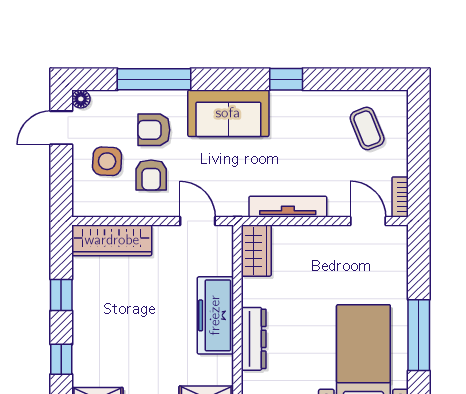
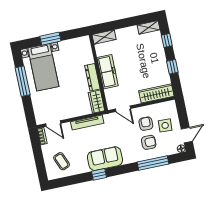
sofa: (228, 113) -> (105, 159), moved
dresser: (254, 339) -> (92, 77), moved

